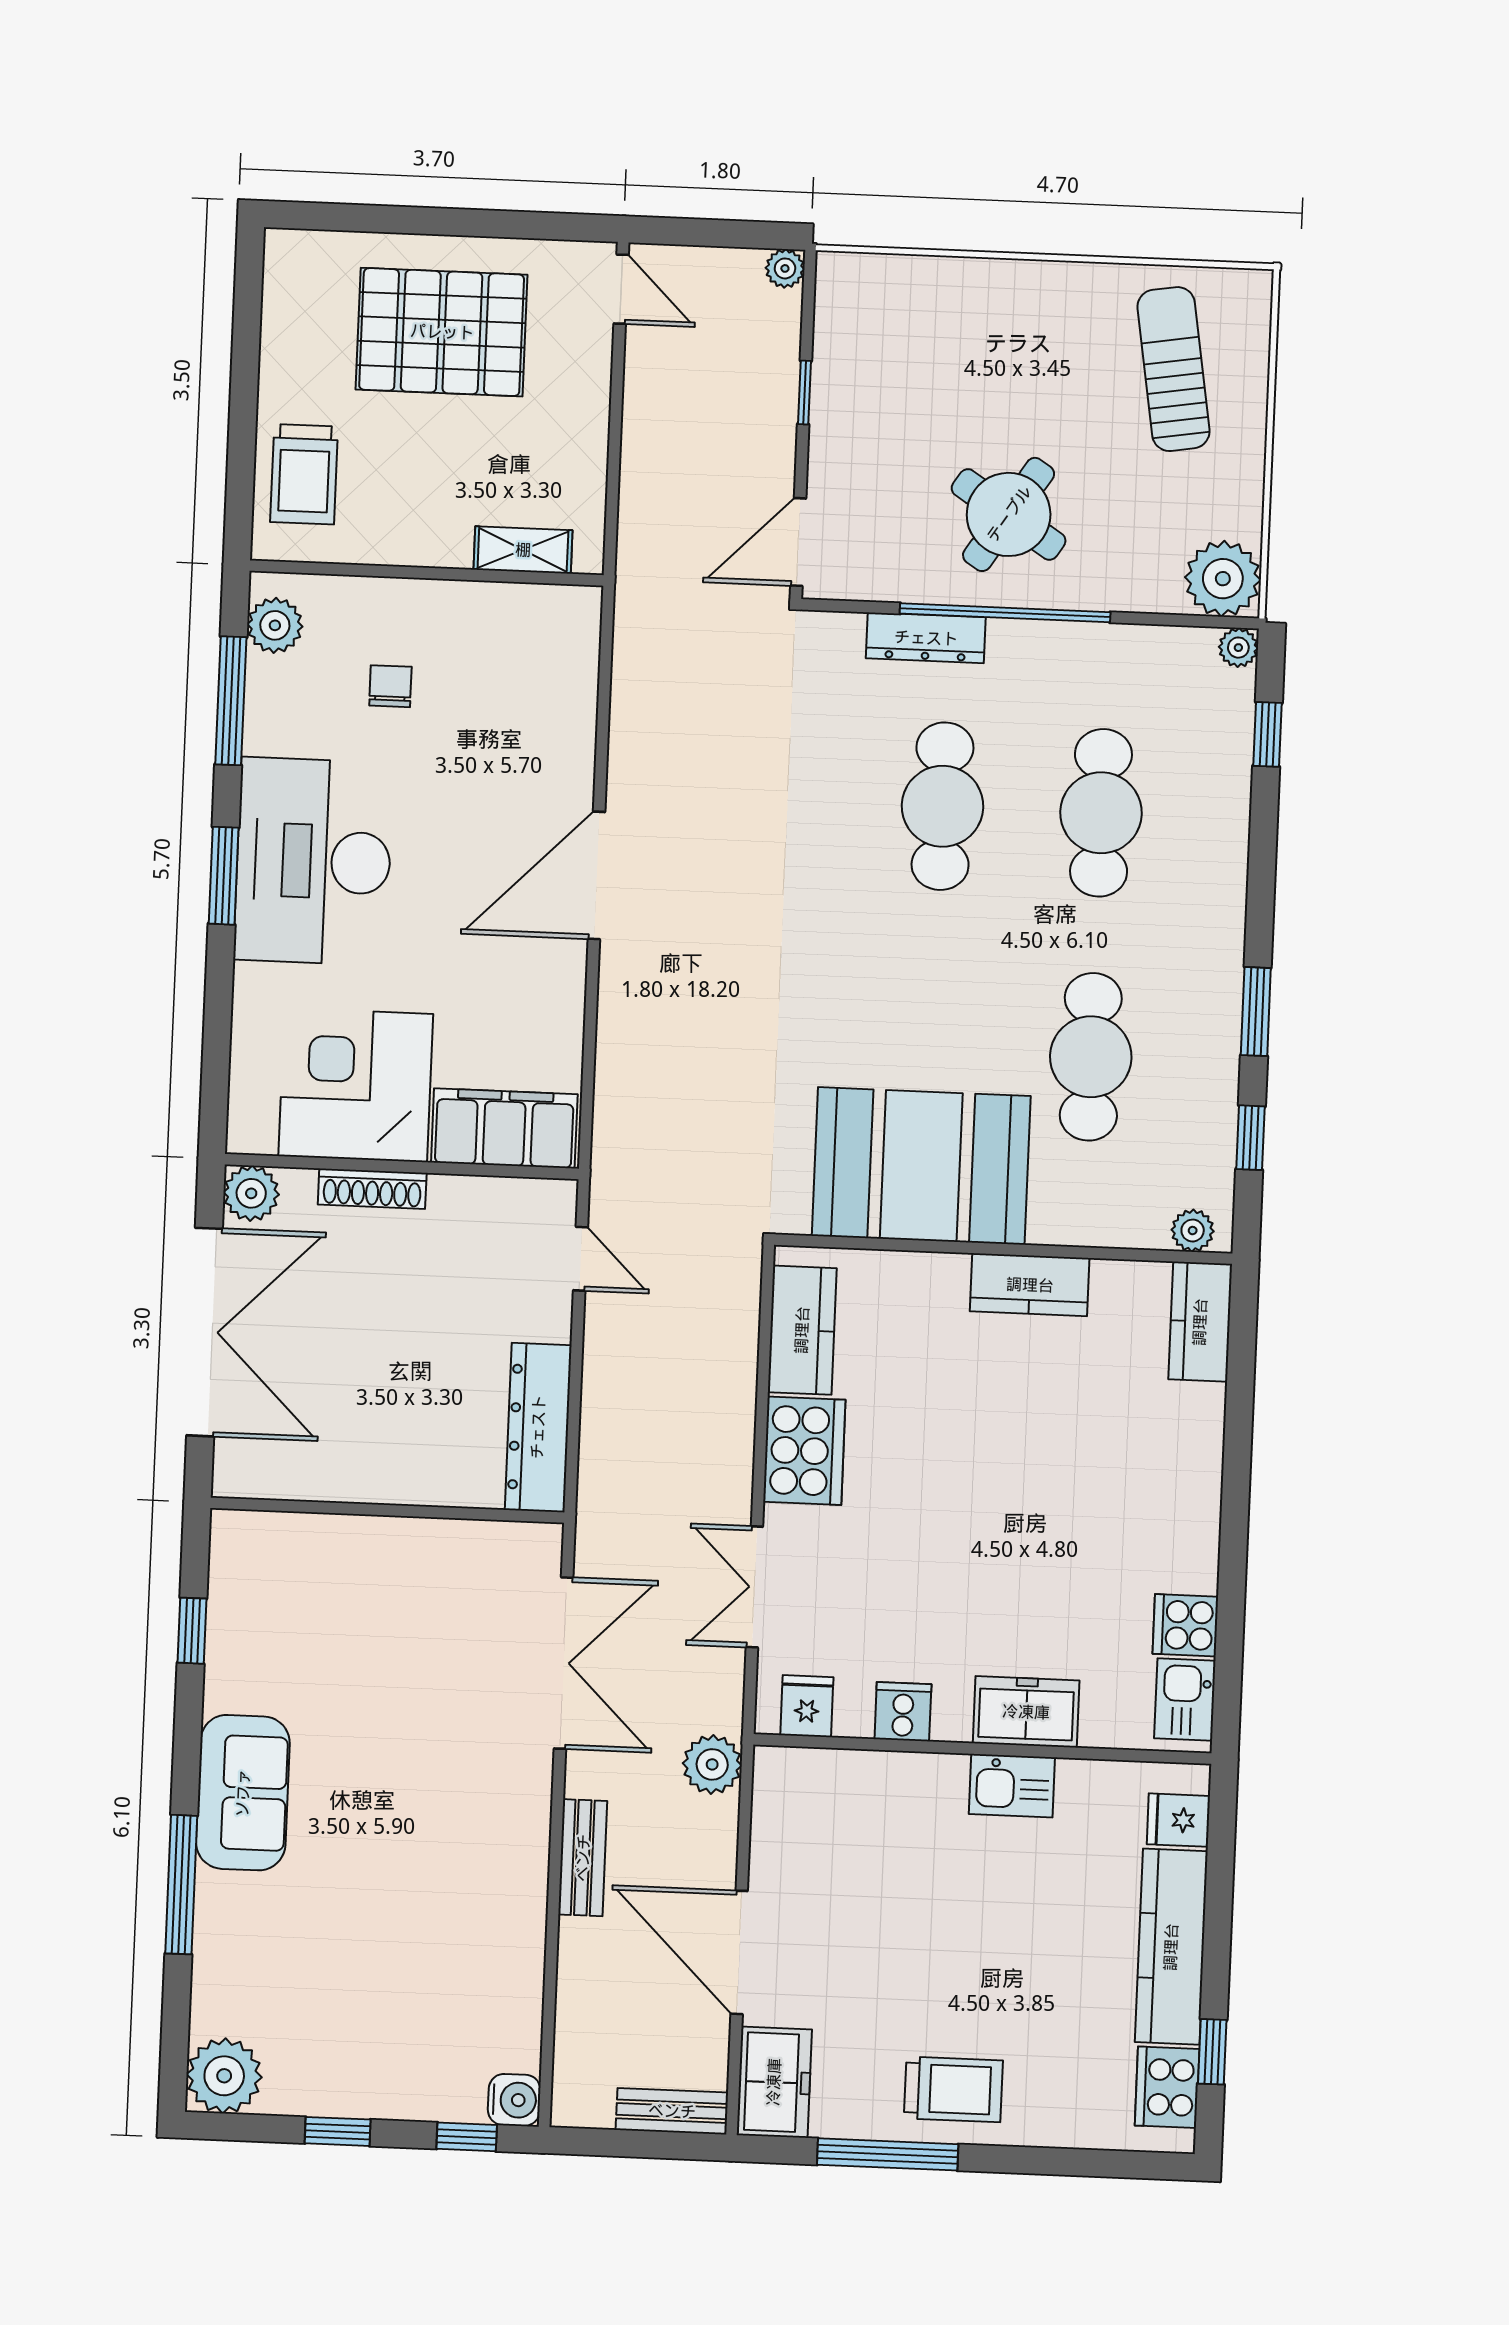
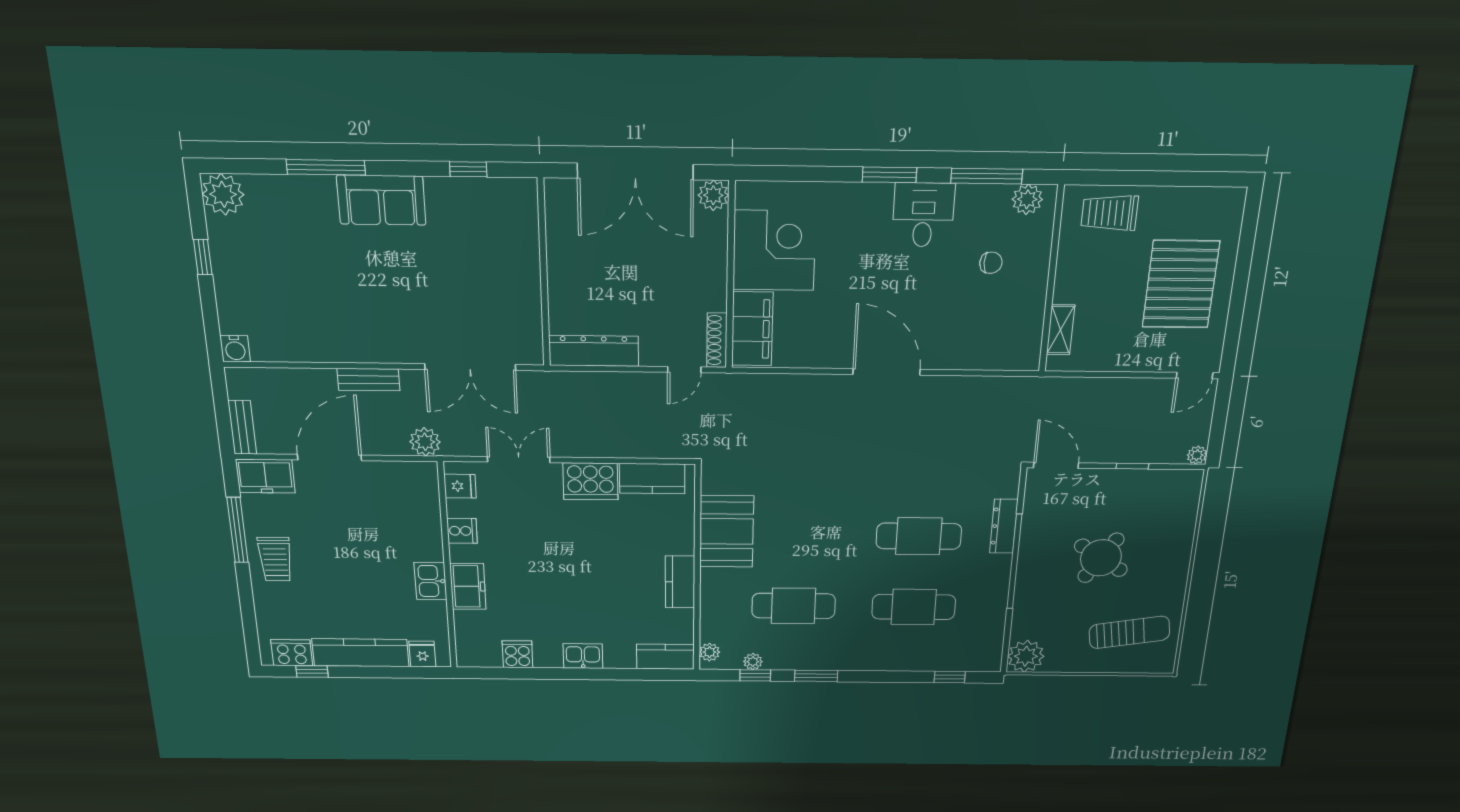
round table: (1009, 514) -> (1101, 558), moved
plant: (1238, 648) -> (753, 662), moved
desk: (313, 861) -> (923, 215), width x0.53, depth x0.77
booth: (921, 1166) -> (727, 531), width x0.73, depth x0.70
shoe rack: (372, 1189) -> (717, 340), moved
kitchen sink: (1185, 1700) -> (583, 656), moved
window: (467, 2137) -> (211, 325), removed

